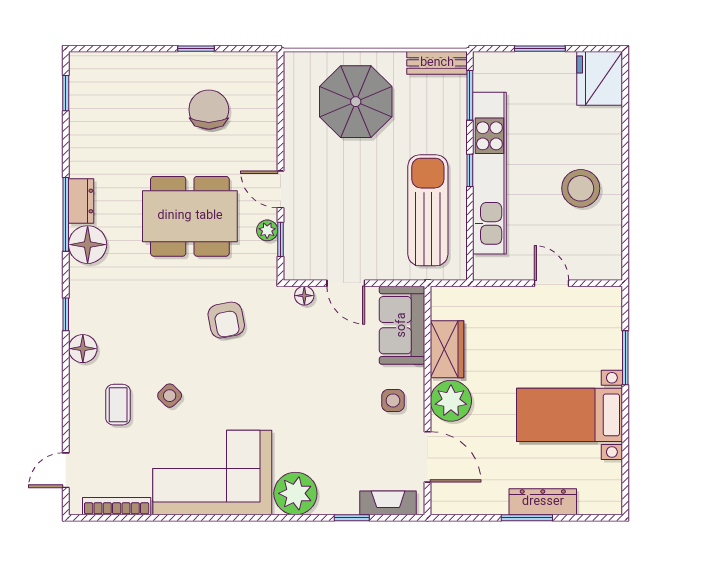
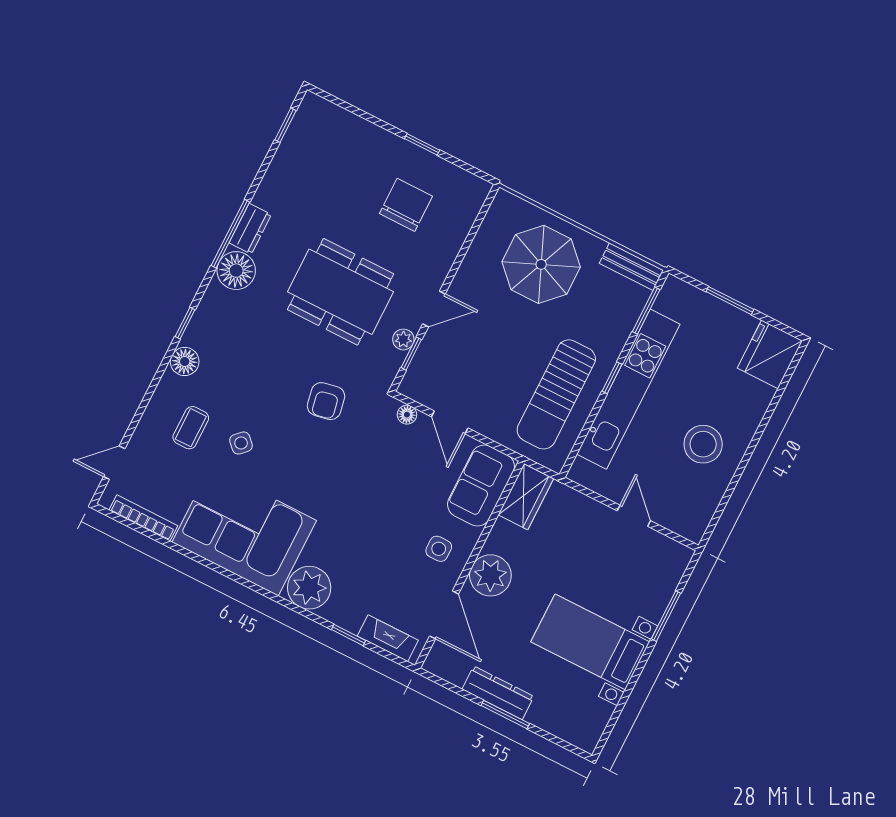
door: (281, 189) -> (434, 309), swing flipped
sun lounger: (428, 210) -> (556, 394), turned 180
wardrobe: (447, 349) -> (526, 497), moved
dresser: (543, 502) -> (498, 693), moved

